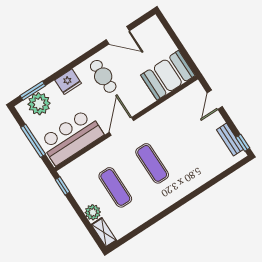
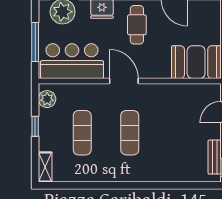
door: (121, 126) -> (124, 81), hinge flipped
window: (62, 186) -> (35, 126), moved
plant: (93, 212) -> (47, 99), moved

